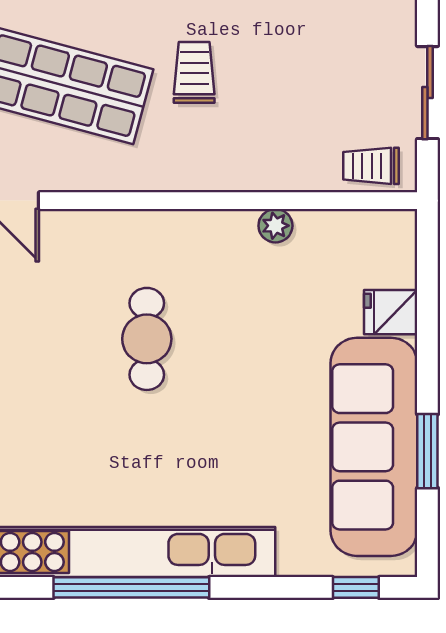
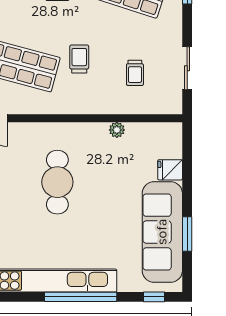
trolley: (371, 166) -> (135, 73), moved, turned -90
cafe table: (147, 339) -> (57, 182), width x1.37, depth x1.35
window: (131, 587) -> (81, 297), moved

